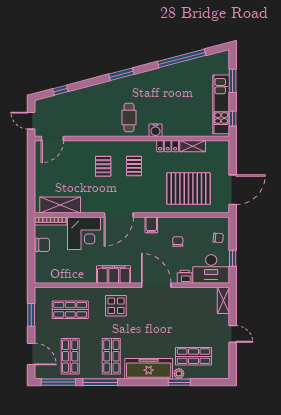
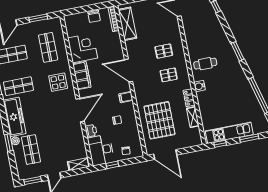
corner desk: (84, 233) -> (83, 48), moved, turned 180
window: (233, 362) -> (33, 181), added

